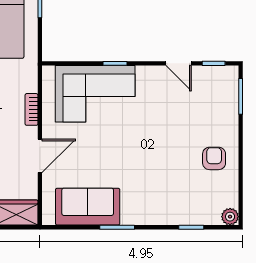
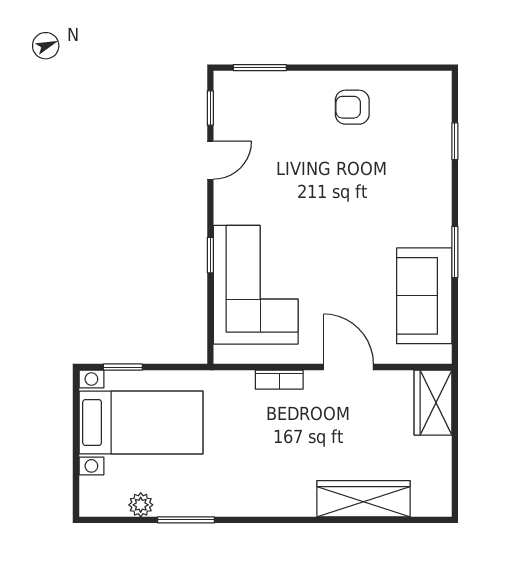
plant: (230, 217) -> (439, 83), removed

